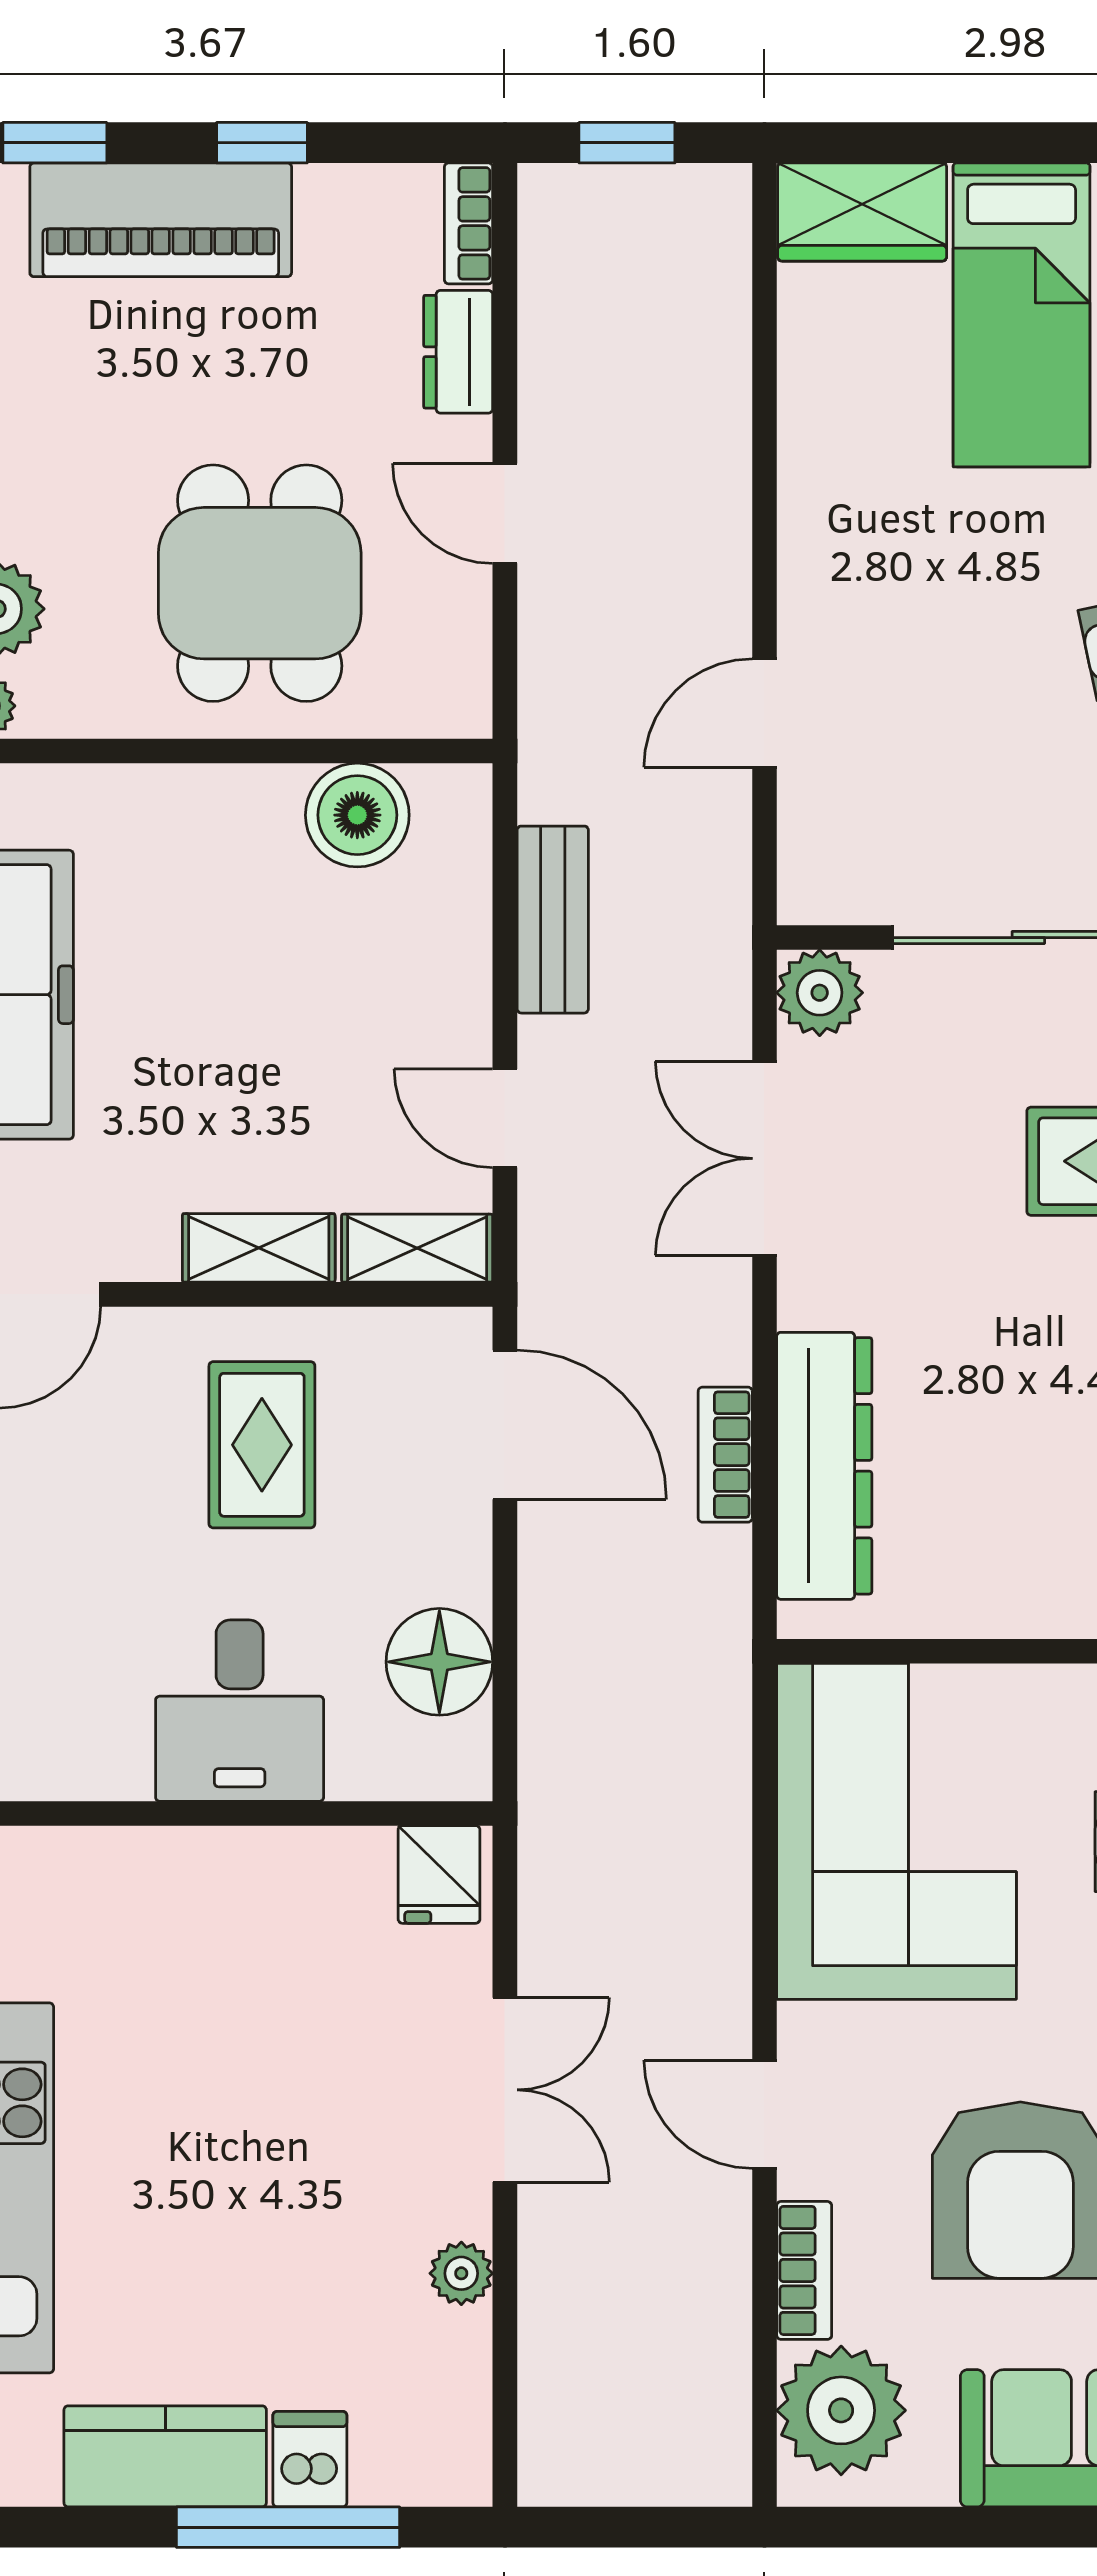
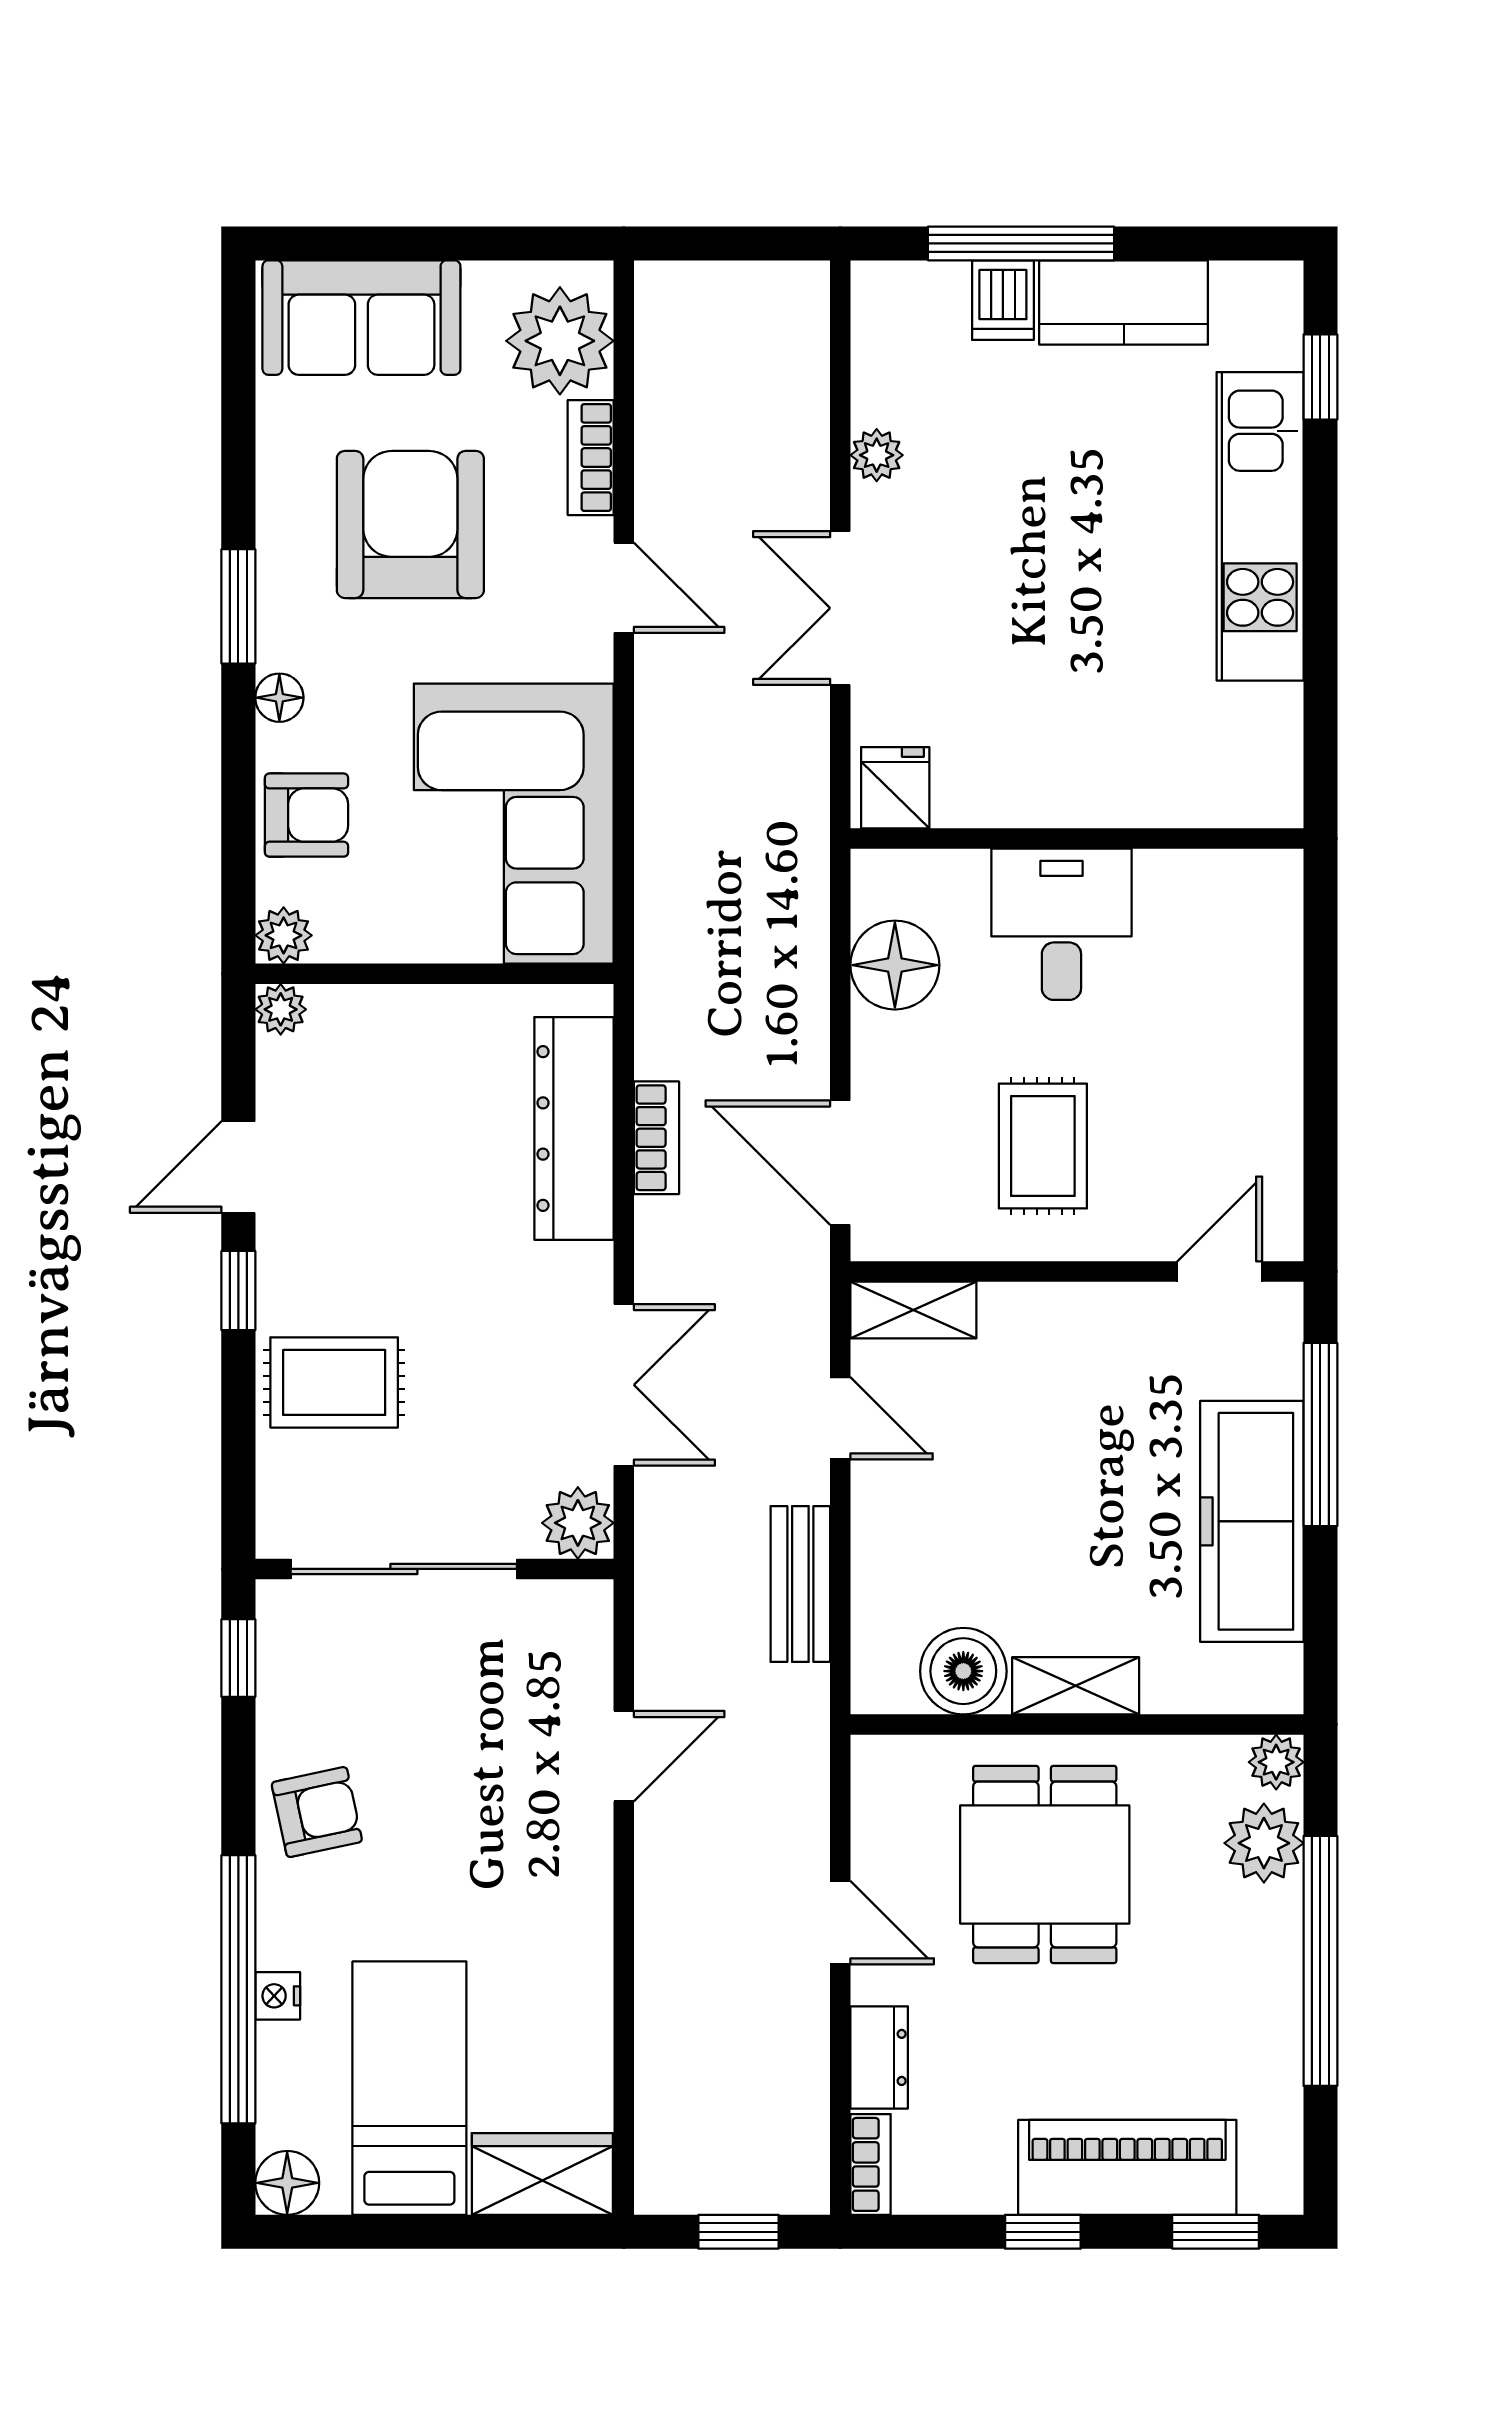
shelving: (259, 1248) -> (1076, 1686), moved

